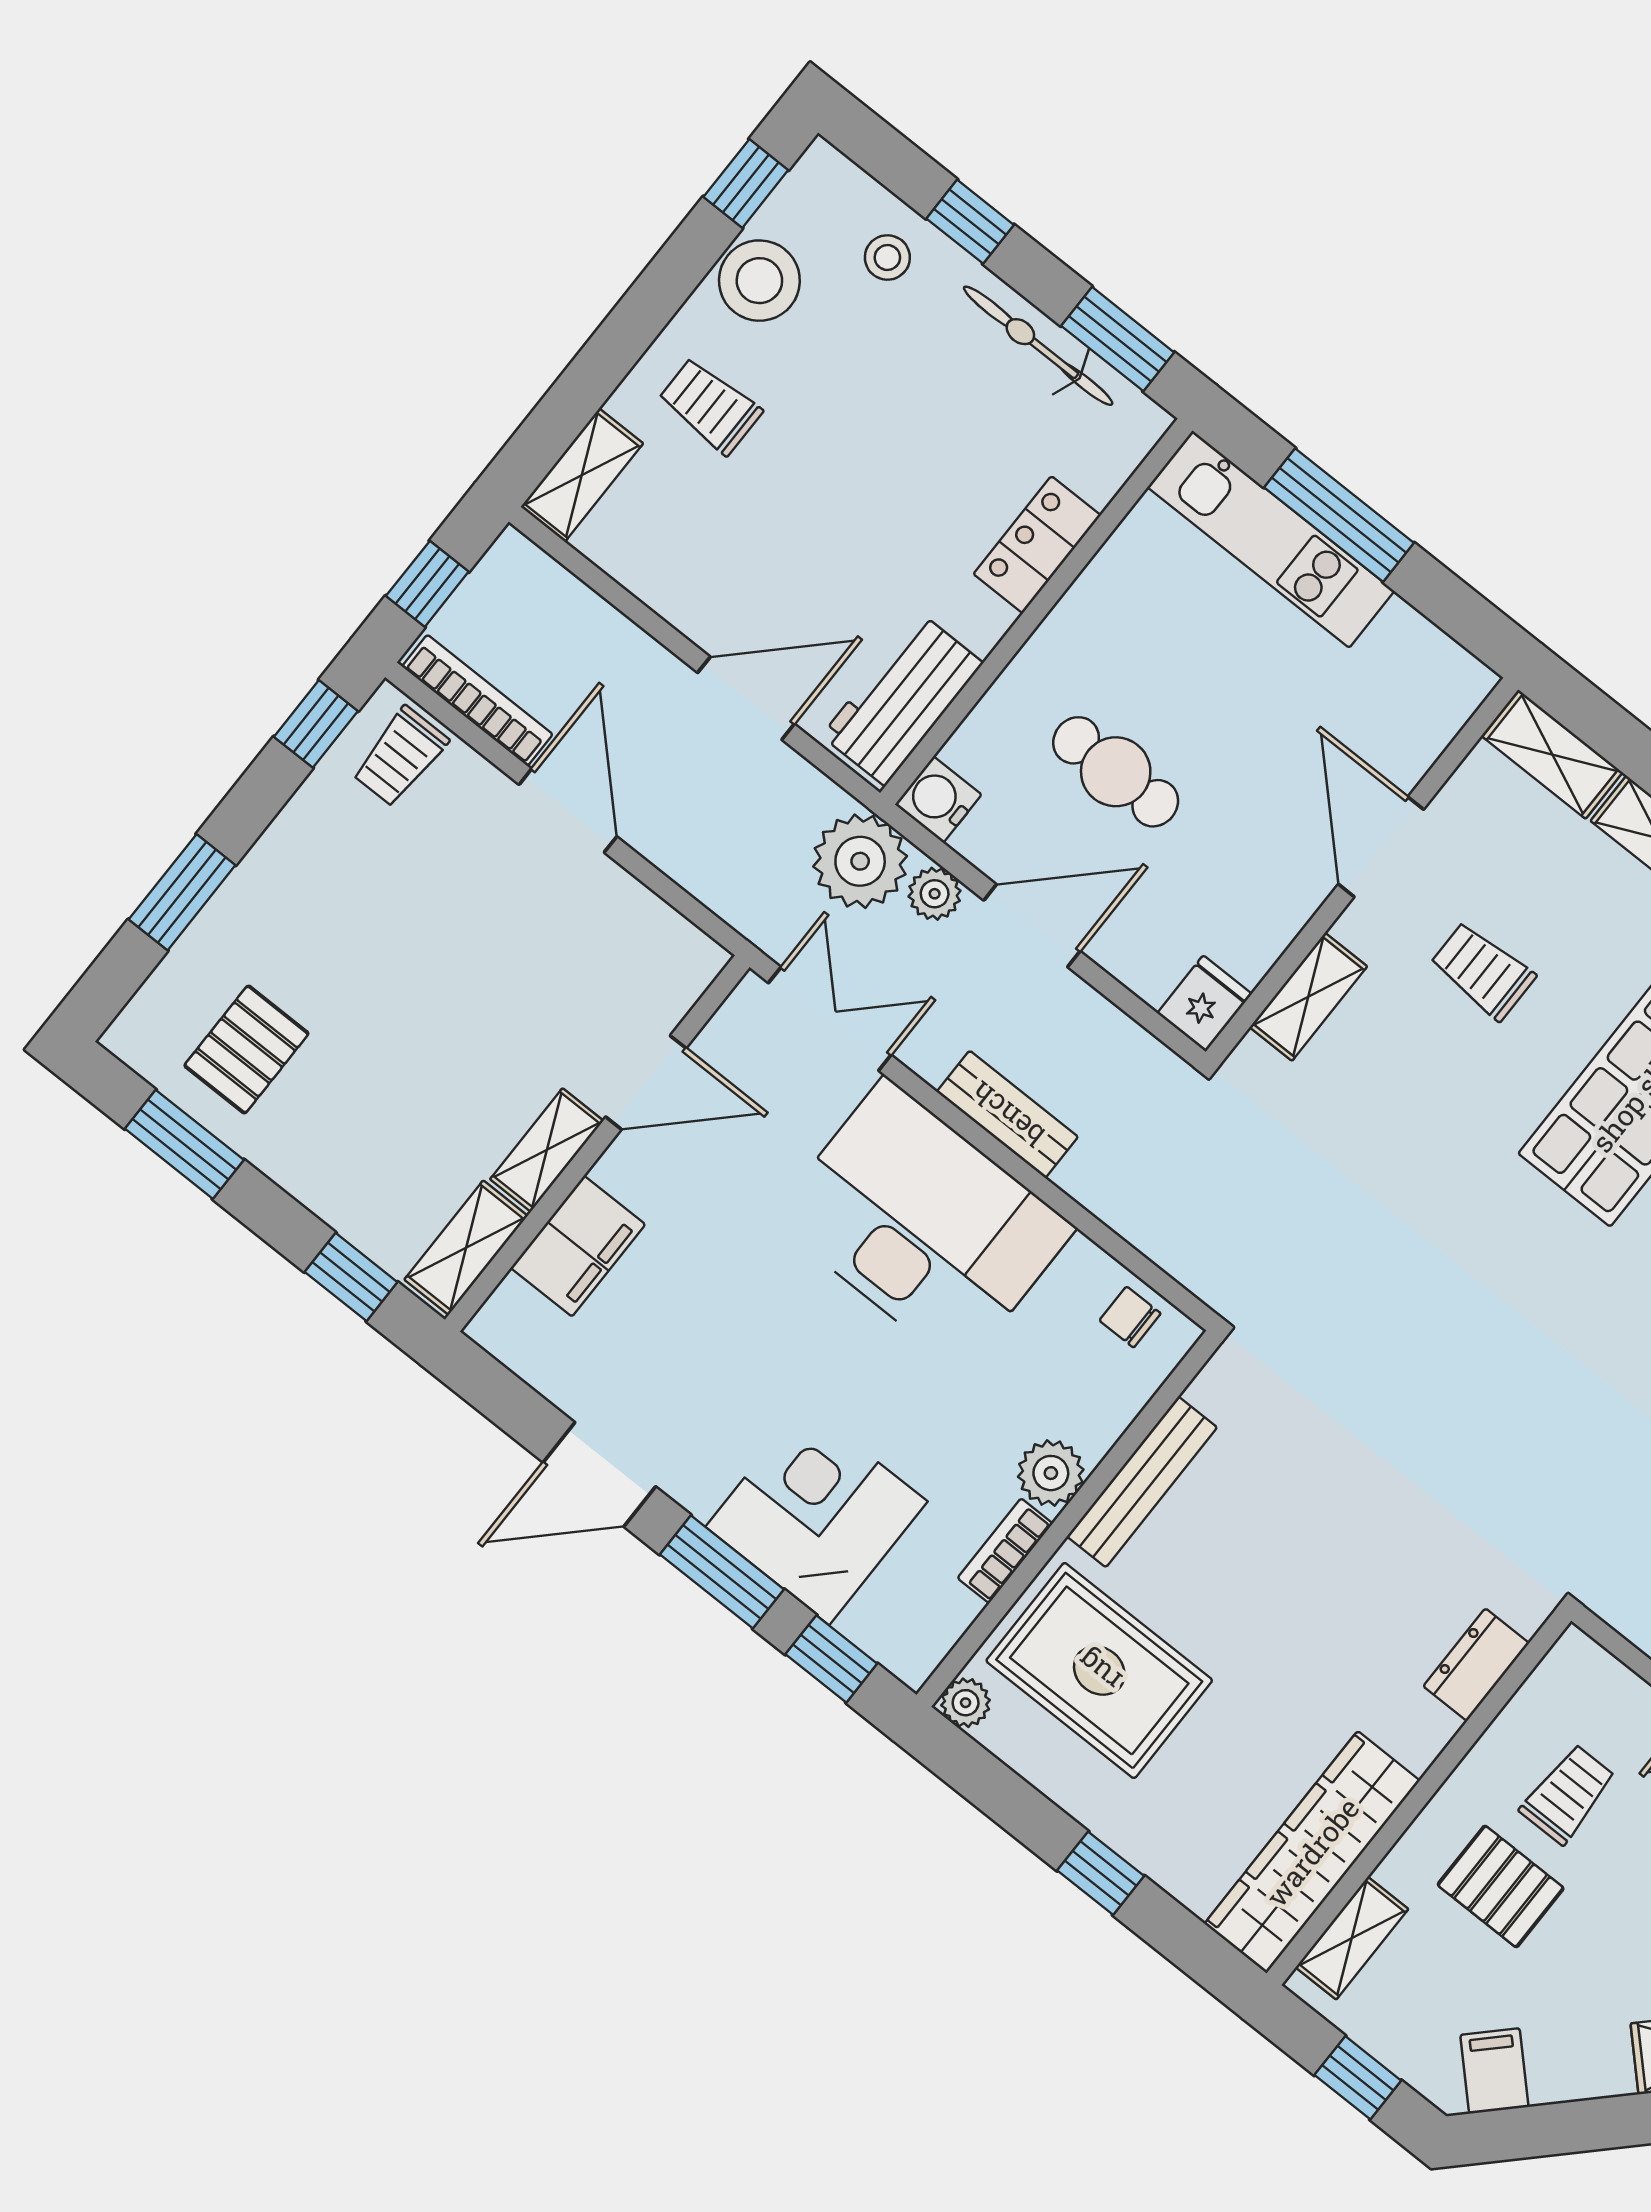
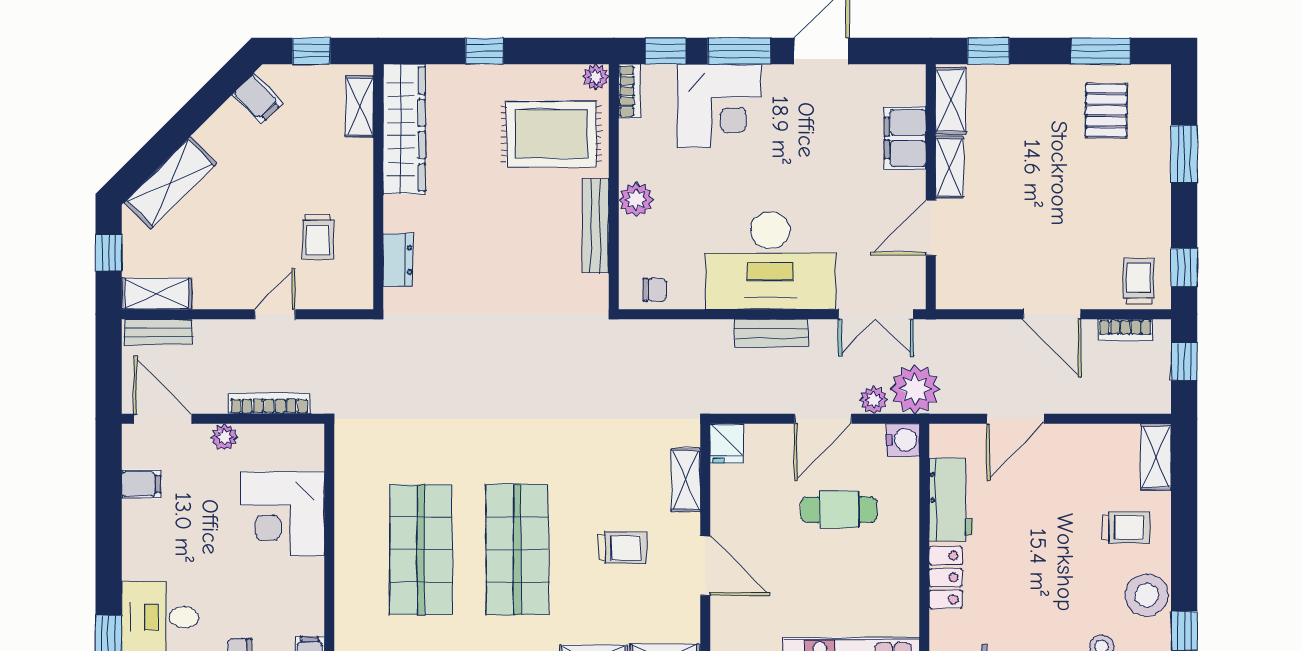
workbench: (902, 699) -> (951, 500), moved
bookcase: (477, 700) -> (1125, 330), width x0.64
bookcase: (1005, 1551) -> (629, 91), moved
pallet: (1501, 1886) -> (315, 177), removed

